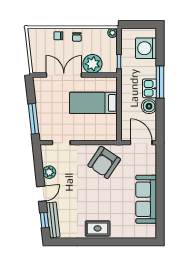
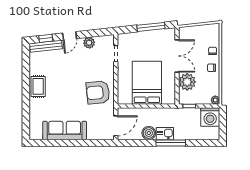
washing machine: (146, 48) -> (210, 117), moved, turned 180
bed: (93, 103) -> (147, 83), width x1.50
window: (33, 119) -> (151, 27), moved
armchair: (104, 162) -> (98, 92), turned -40
door: (42, 194) -> (70, 36), hinge flipped

